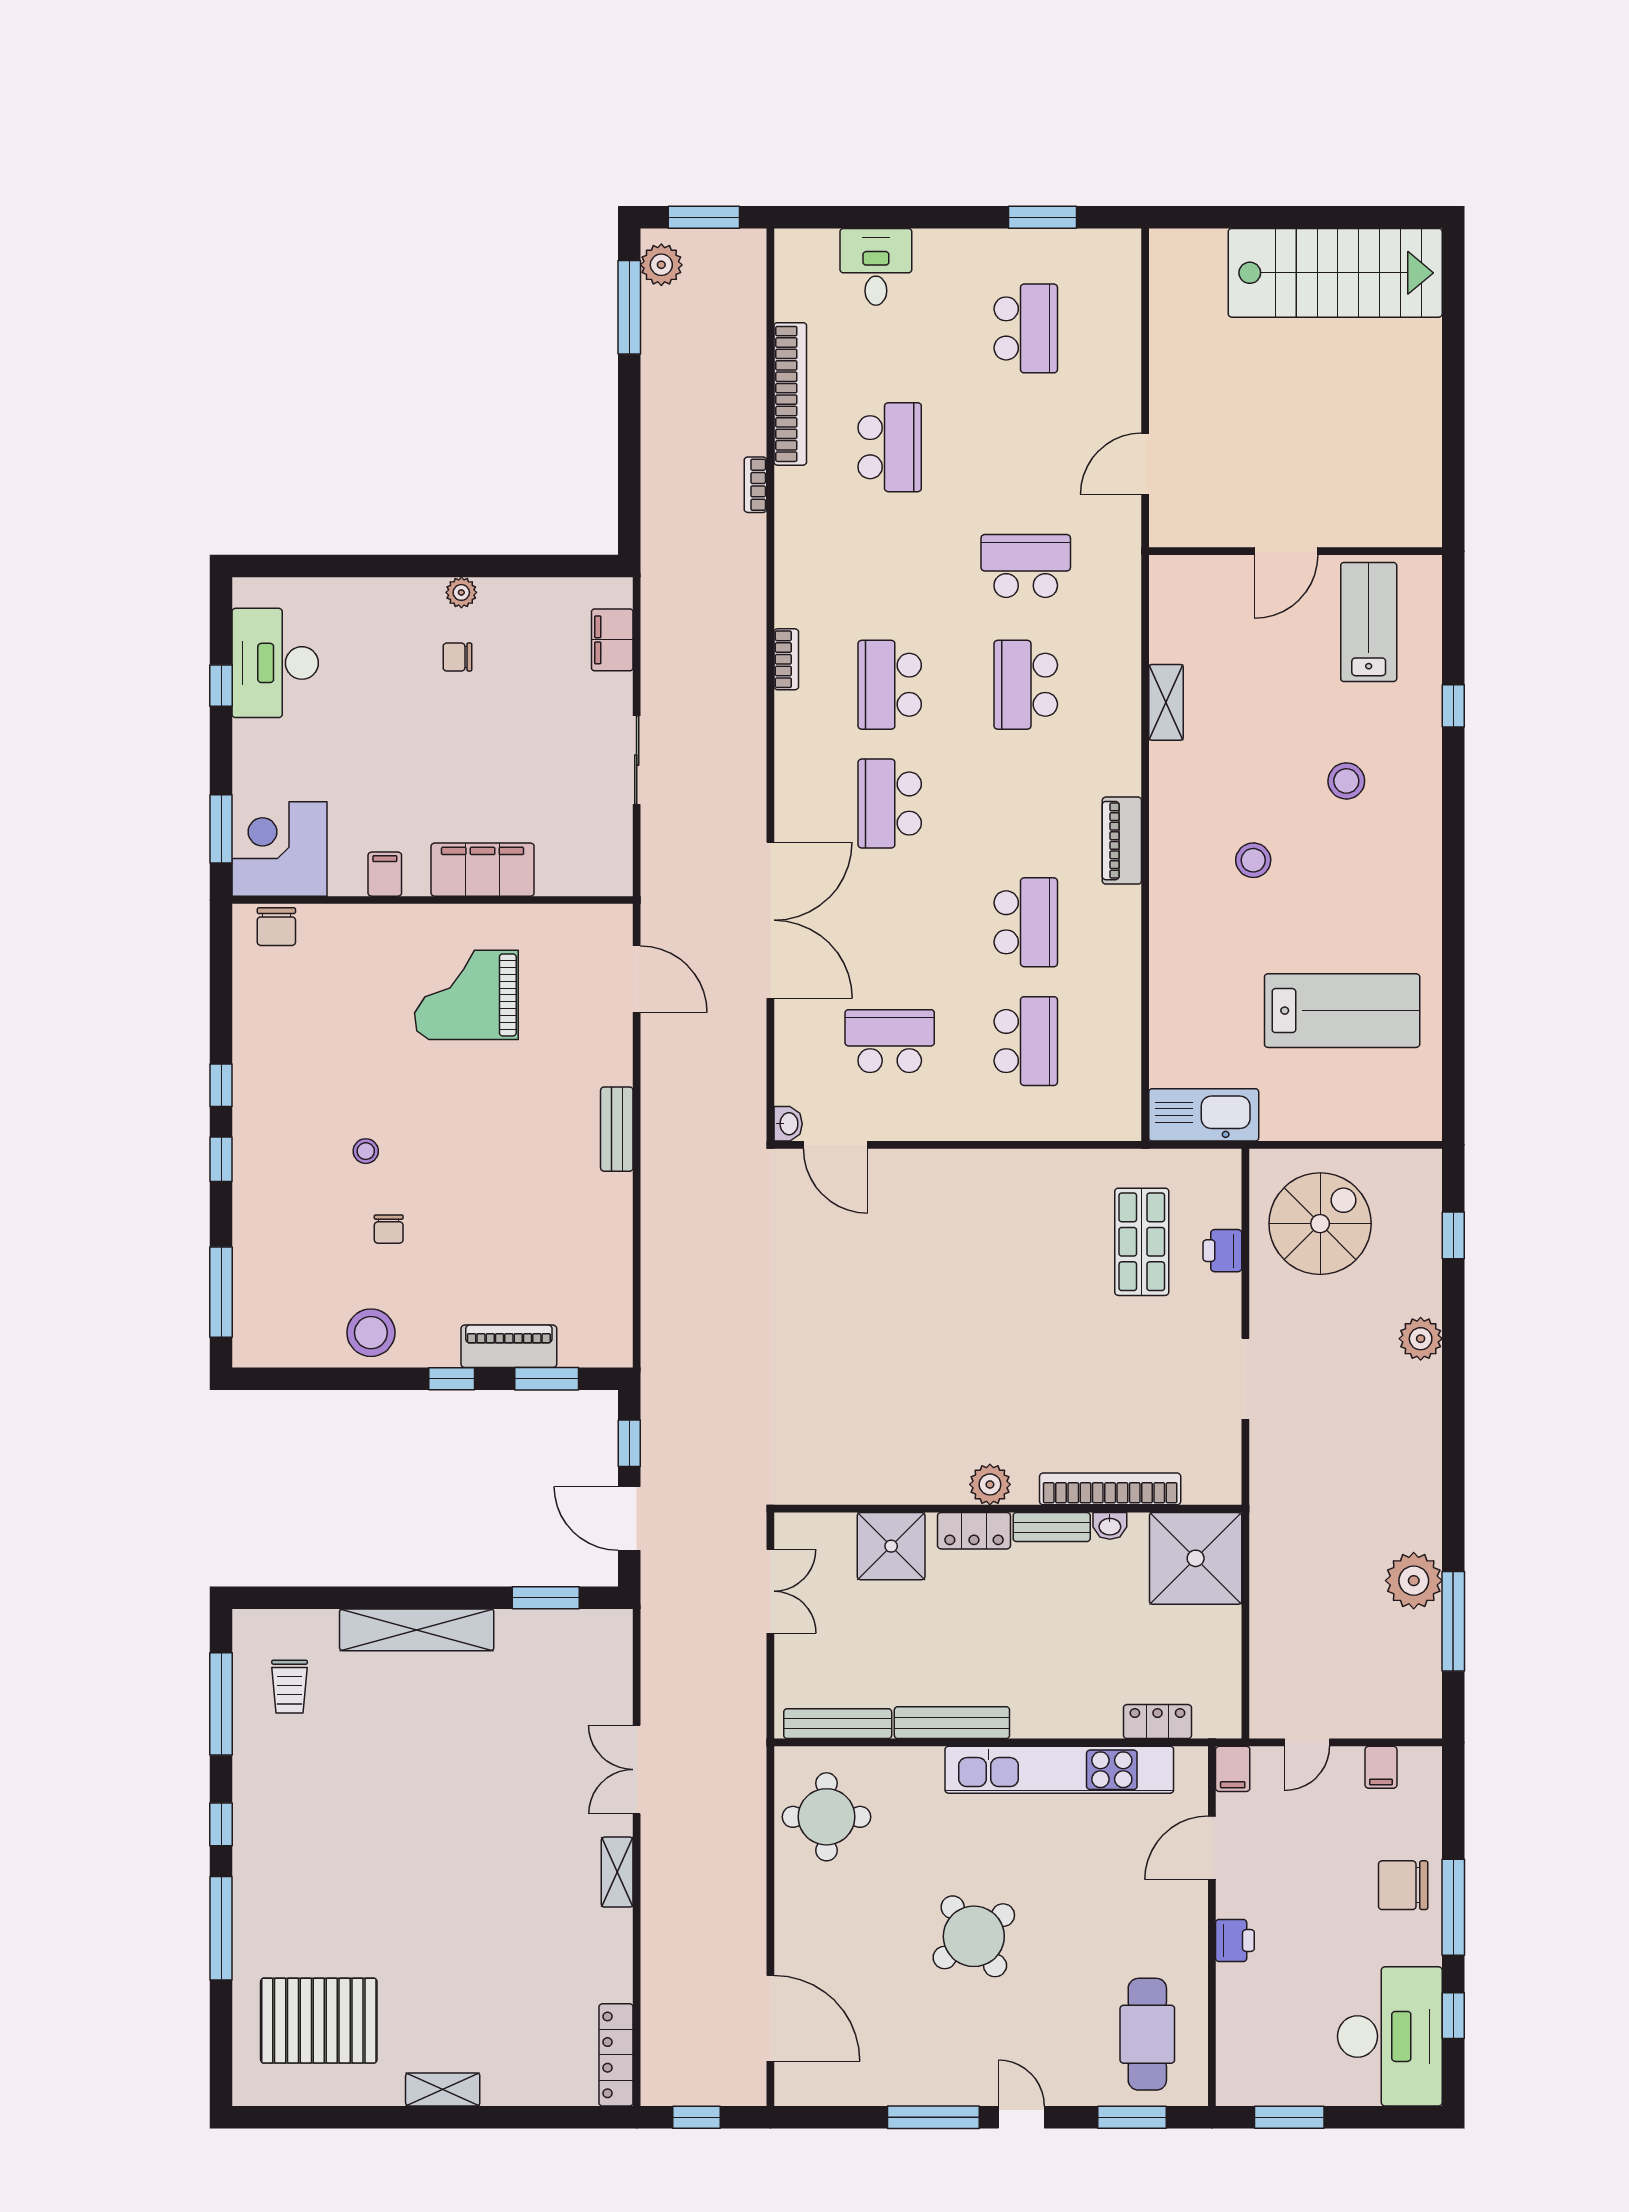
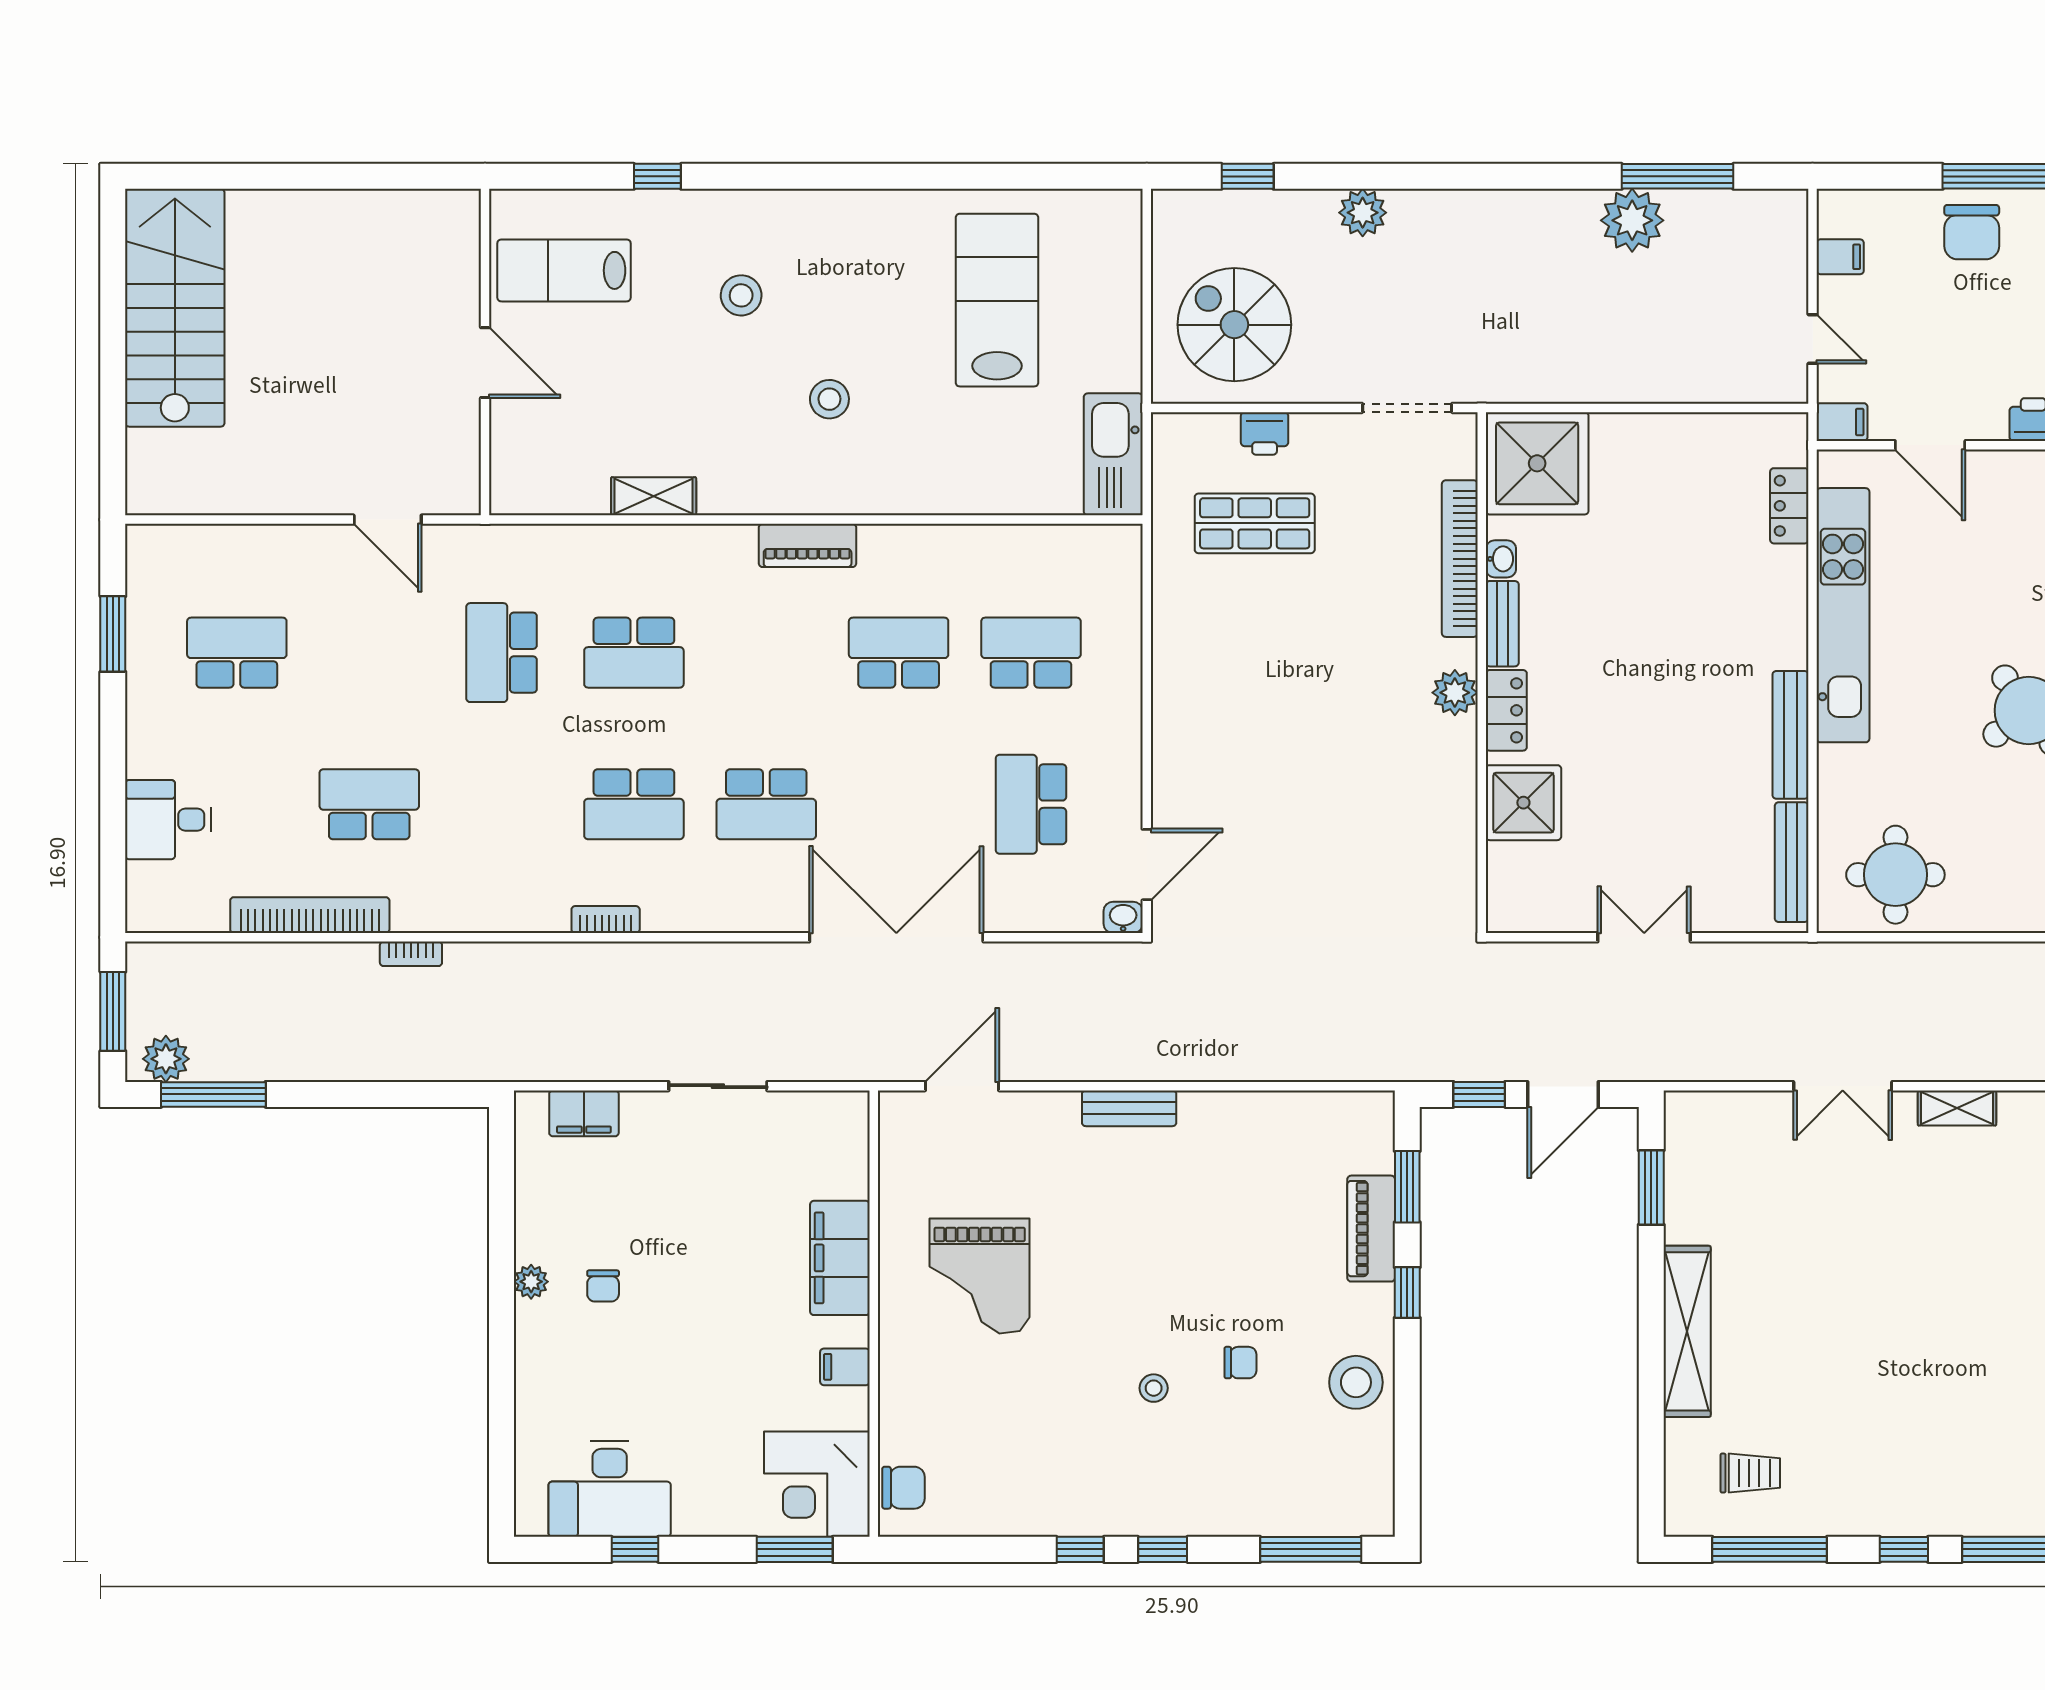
plant: (990, 1484) -> (1455, 693), moved
bookcase: (1110, 1489) -> (1460, 559), moved
wall: (1008, 1509) -> (1482, 673), moved
washbasin: (1110, 1526) -> (1501, 559), moved
bench: (1052, 1527) -> (1502, 624), moved
locker: (974, 1531) -> (1506, 710), moved
shower: (891, 1546) -> (1523, 803), moved
shower: (1196, 1558) -> (1537, 463), moved

